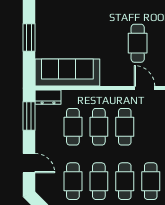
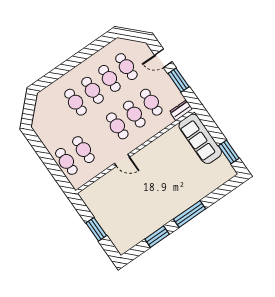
window: (29, 38) -> (229, 152), moved
cafe table: (138, 43) -> (147, 186), removed
sofa: (67, 73) -> (200, 139), moved, turned 90
window: (29, 116) -> (179, 80), moved

